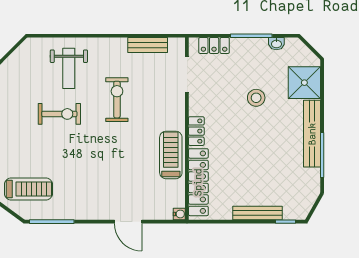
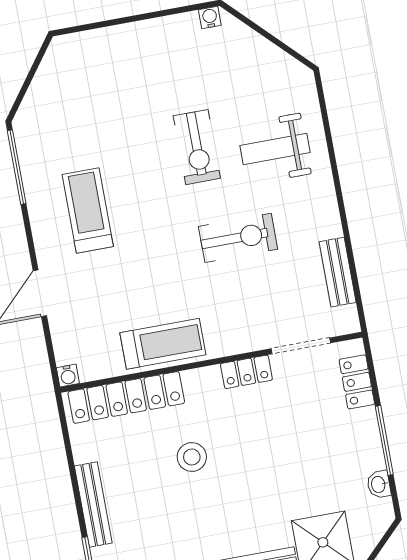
stool: (256, 98) -> (192, 457), moved
locker: (196, 131) -> (246, 372), moved
treadmill: (28, 189) -> (88, 211), moved, turned 180

